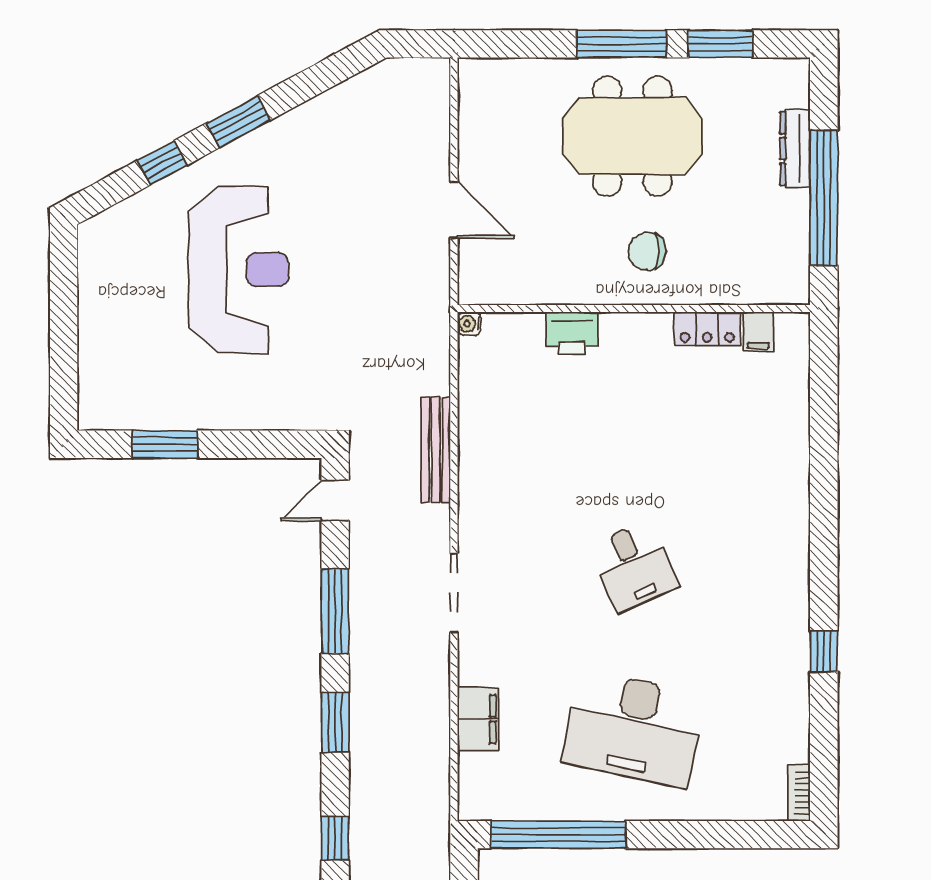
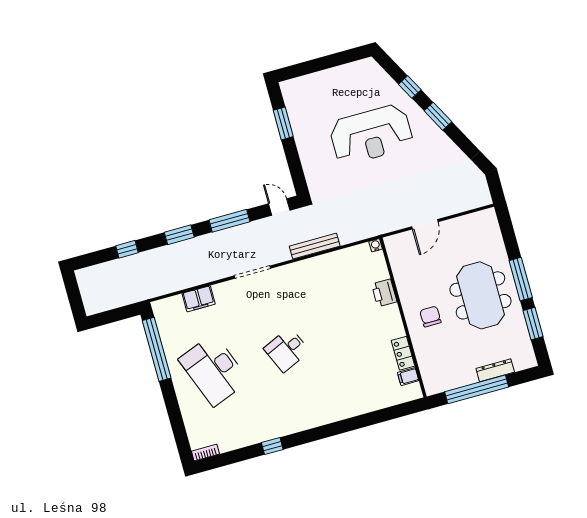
desk: (634, 728) -> (214, 370), turned -33

